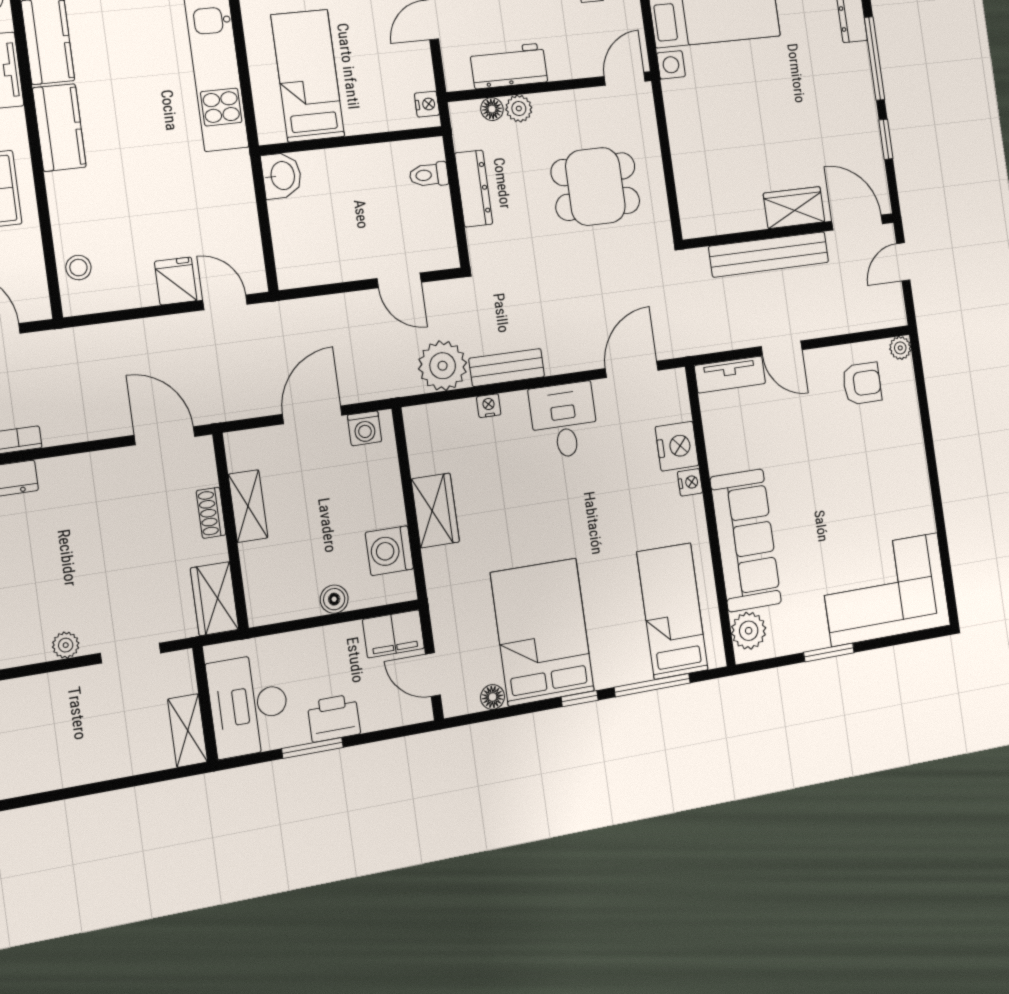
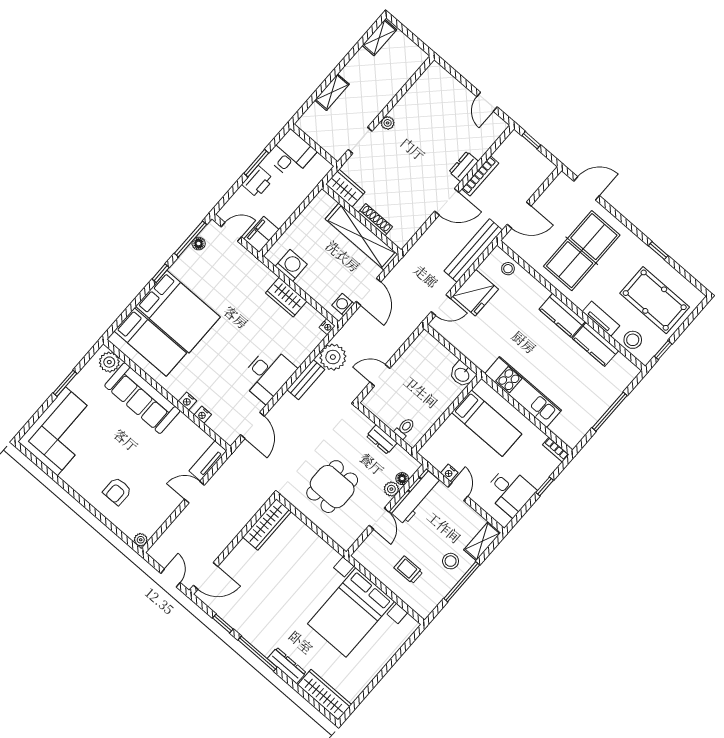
workbench: (509, 66) -> (416, 497), width x1.38
door: (625, 79) -> (379, 519), moved
nightstand: (427, 104) -> (449, 473), moved
dresser: (474, 189) -> (382, 439), width x0.70
wardrobe: (794, 208) -> (267, 524), moved, width x1.50
bench: (769, 254) -> (473, 251), moved
fridge: (176, 281) -> (475, 293), width x1.88, depth x1.34
armchair: (862, 383) -> (117, 491), moved
nightstand: (489, 406) -> (327, 327), moved
desk: (564, 420) -> (268, 374), width x1.37
door: (165, 436) -> (447, 202), moved
nightstand: (677, 446) -> (203, 415), width x0.53, depth x0.56
shelving: (248, 506) -> (361, 237), width x2.20, depth x1.33
shoe rack: (211, 513) -> (375, 220), width x1.43
boiler: (334, 599) -> (297, 228), removed
bed: (542, 632) -> (178, 312), moved
window: (652, 685) -> (190, 239), moved
desk: (249, 705) -> (291, 154), width x0.73
shelving: (188, 730) -> (332, 92), moved, turned 90

